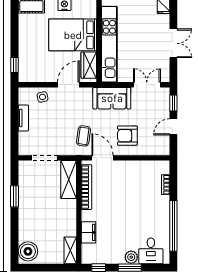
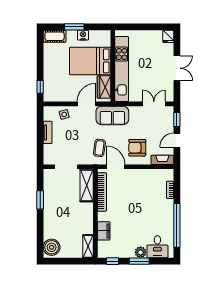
sofa: (112, 98) -> (112, 115), moved
fireplace: (157, 150) -> (162, 160), added

